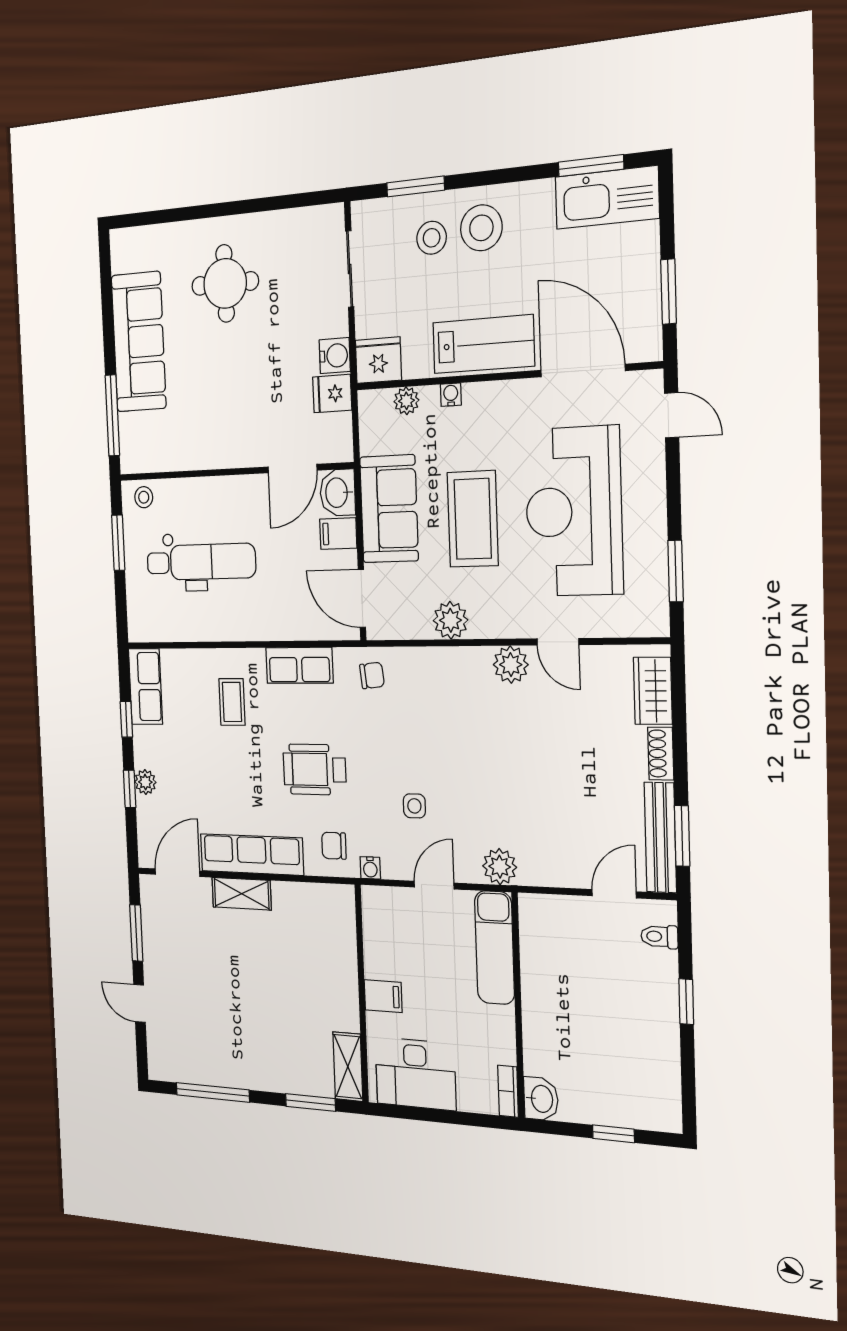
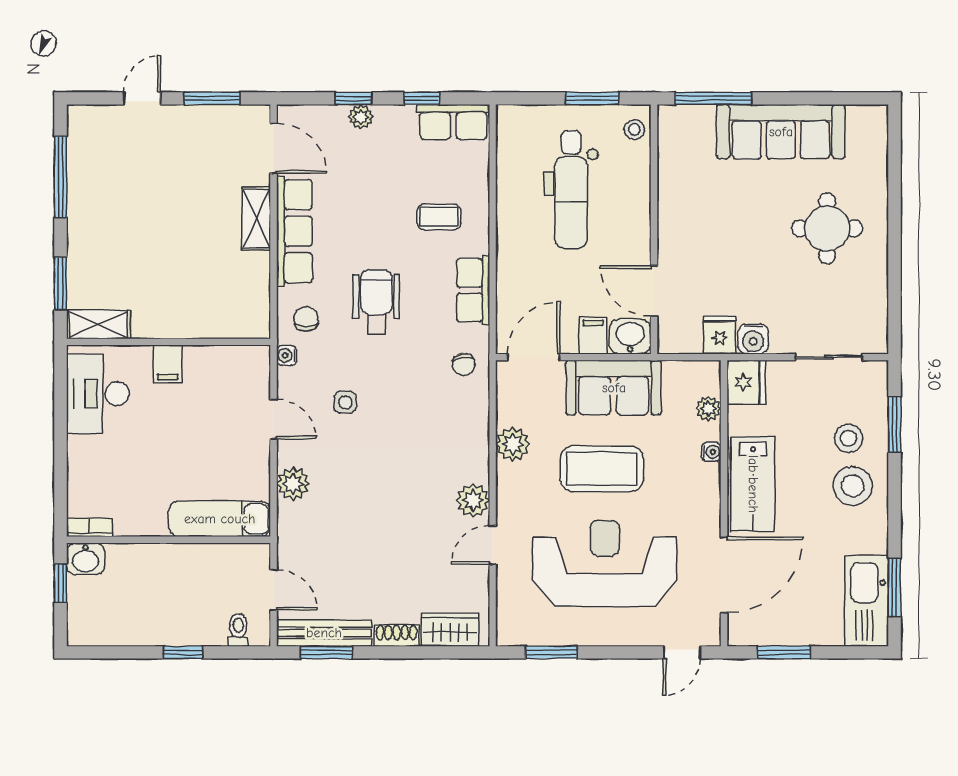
exam couch: (495, 948) -> (220, 519), moved
wall: (518, 1006) -> (169, 540), moved
bookcase: (508, 1091) -> (90, 527), moved
washbasin: (541, 1099) -> (86, 559), moved

